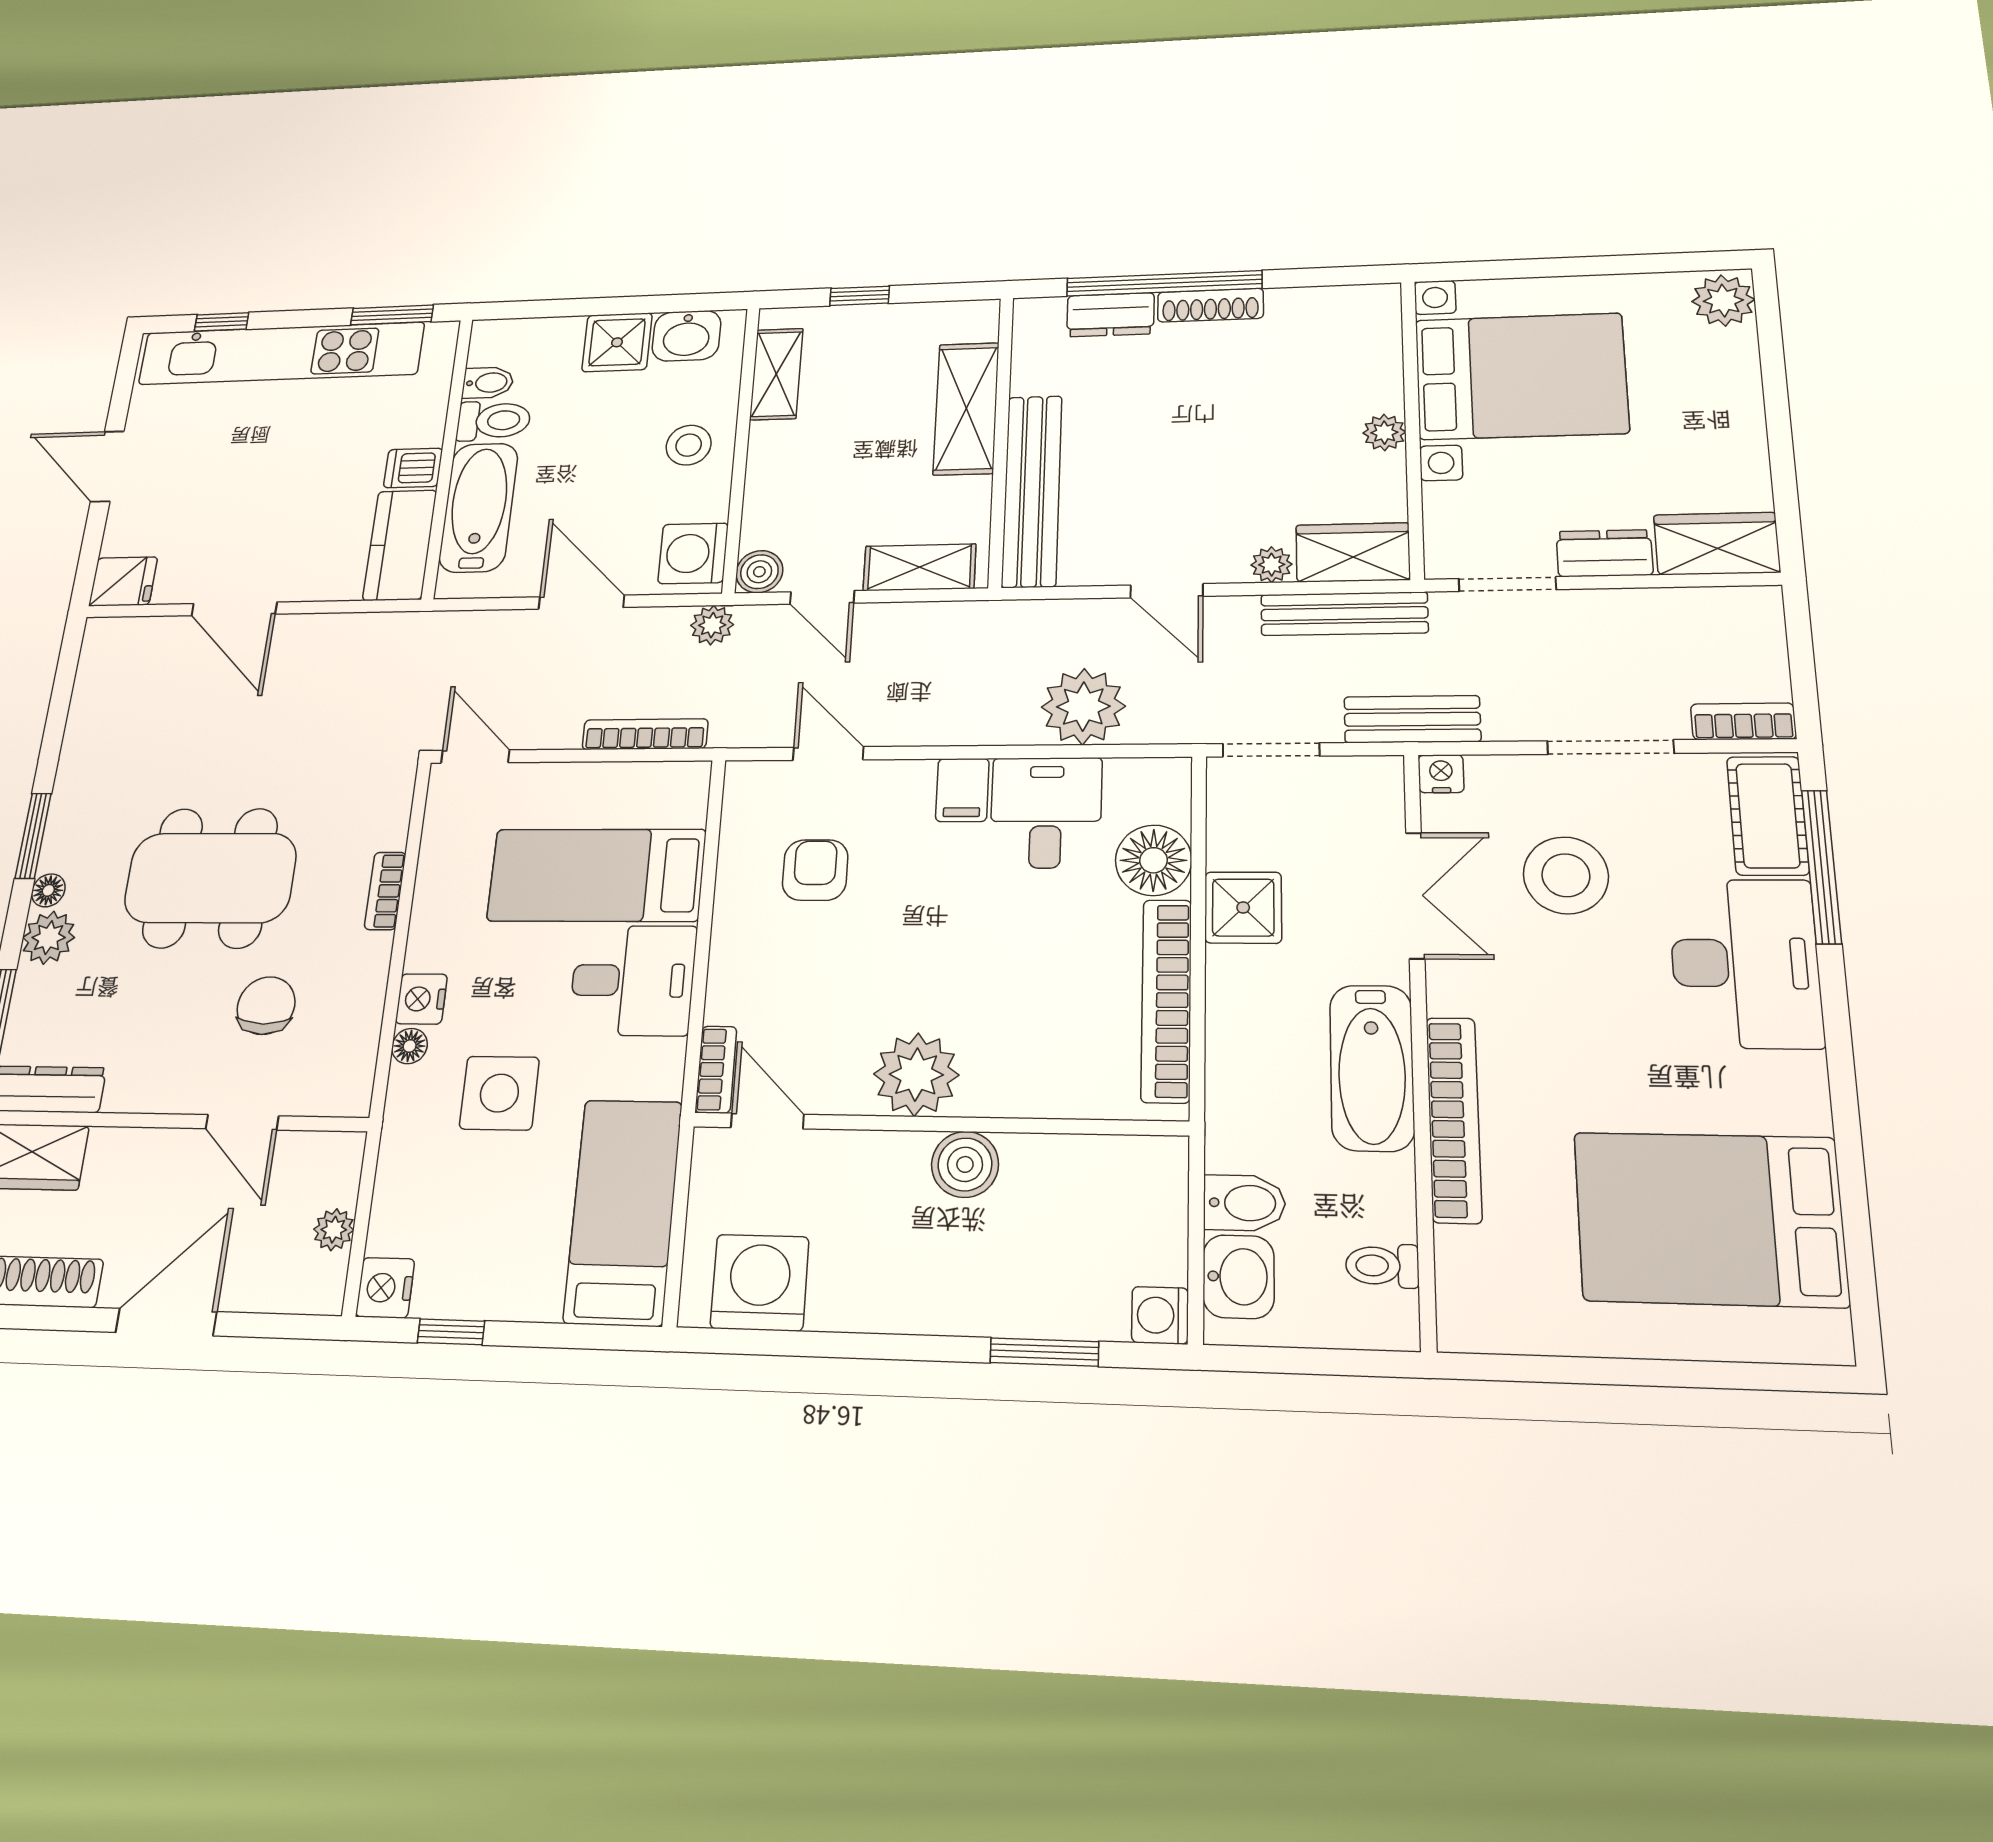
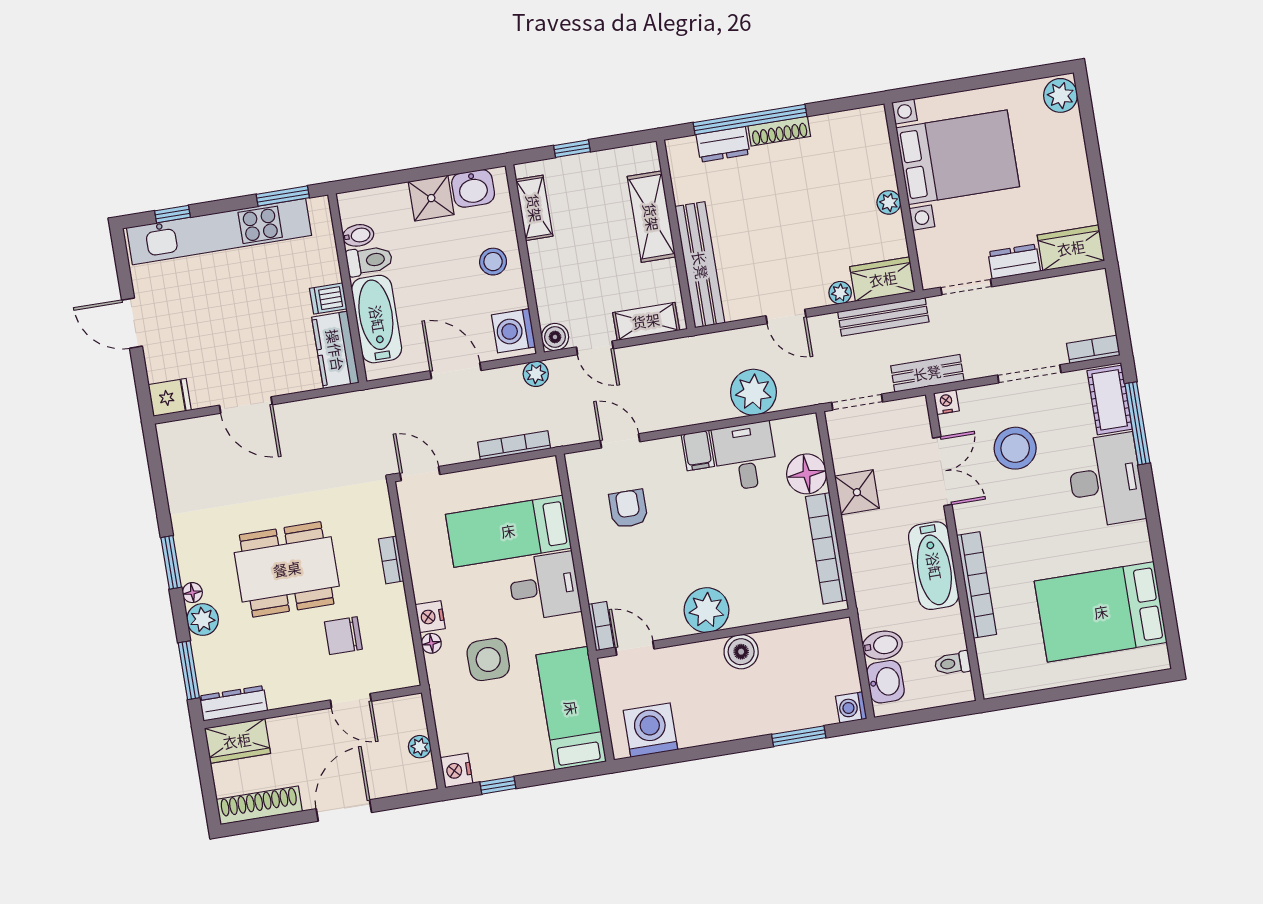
chair: (266, 1006) -> (343, 636), turned -90

